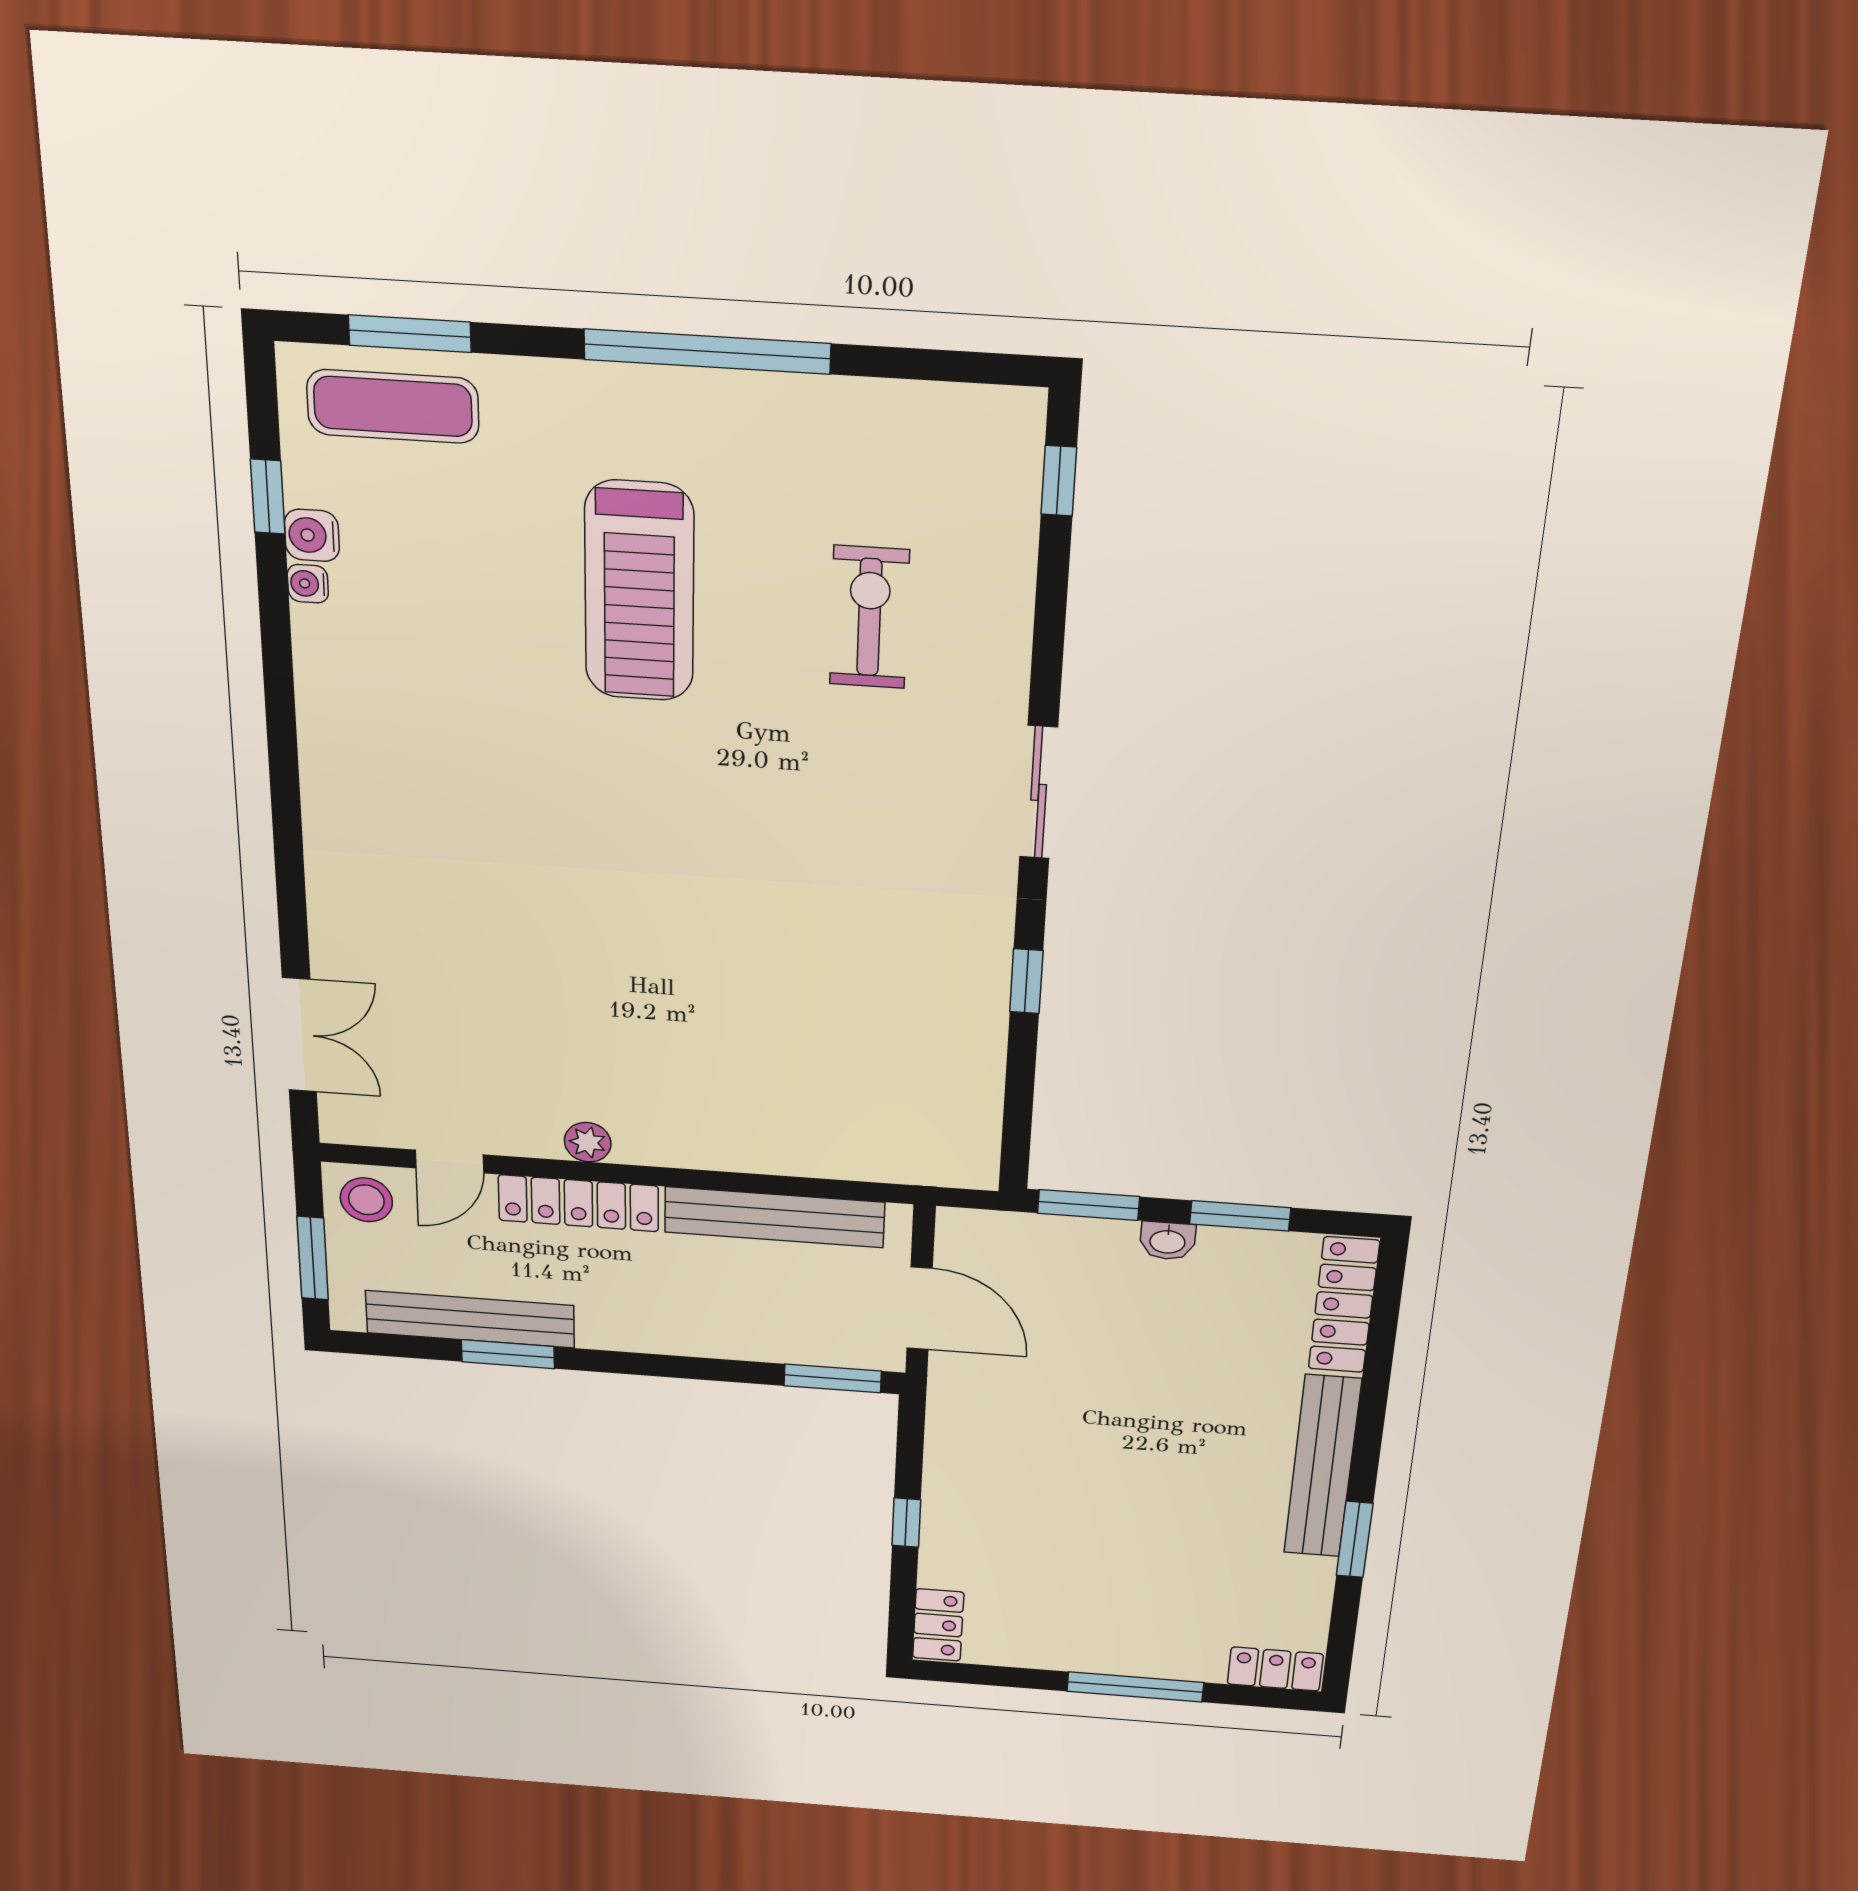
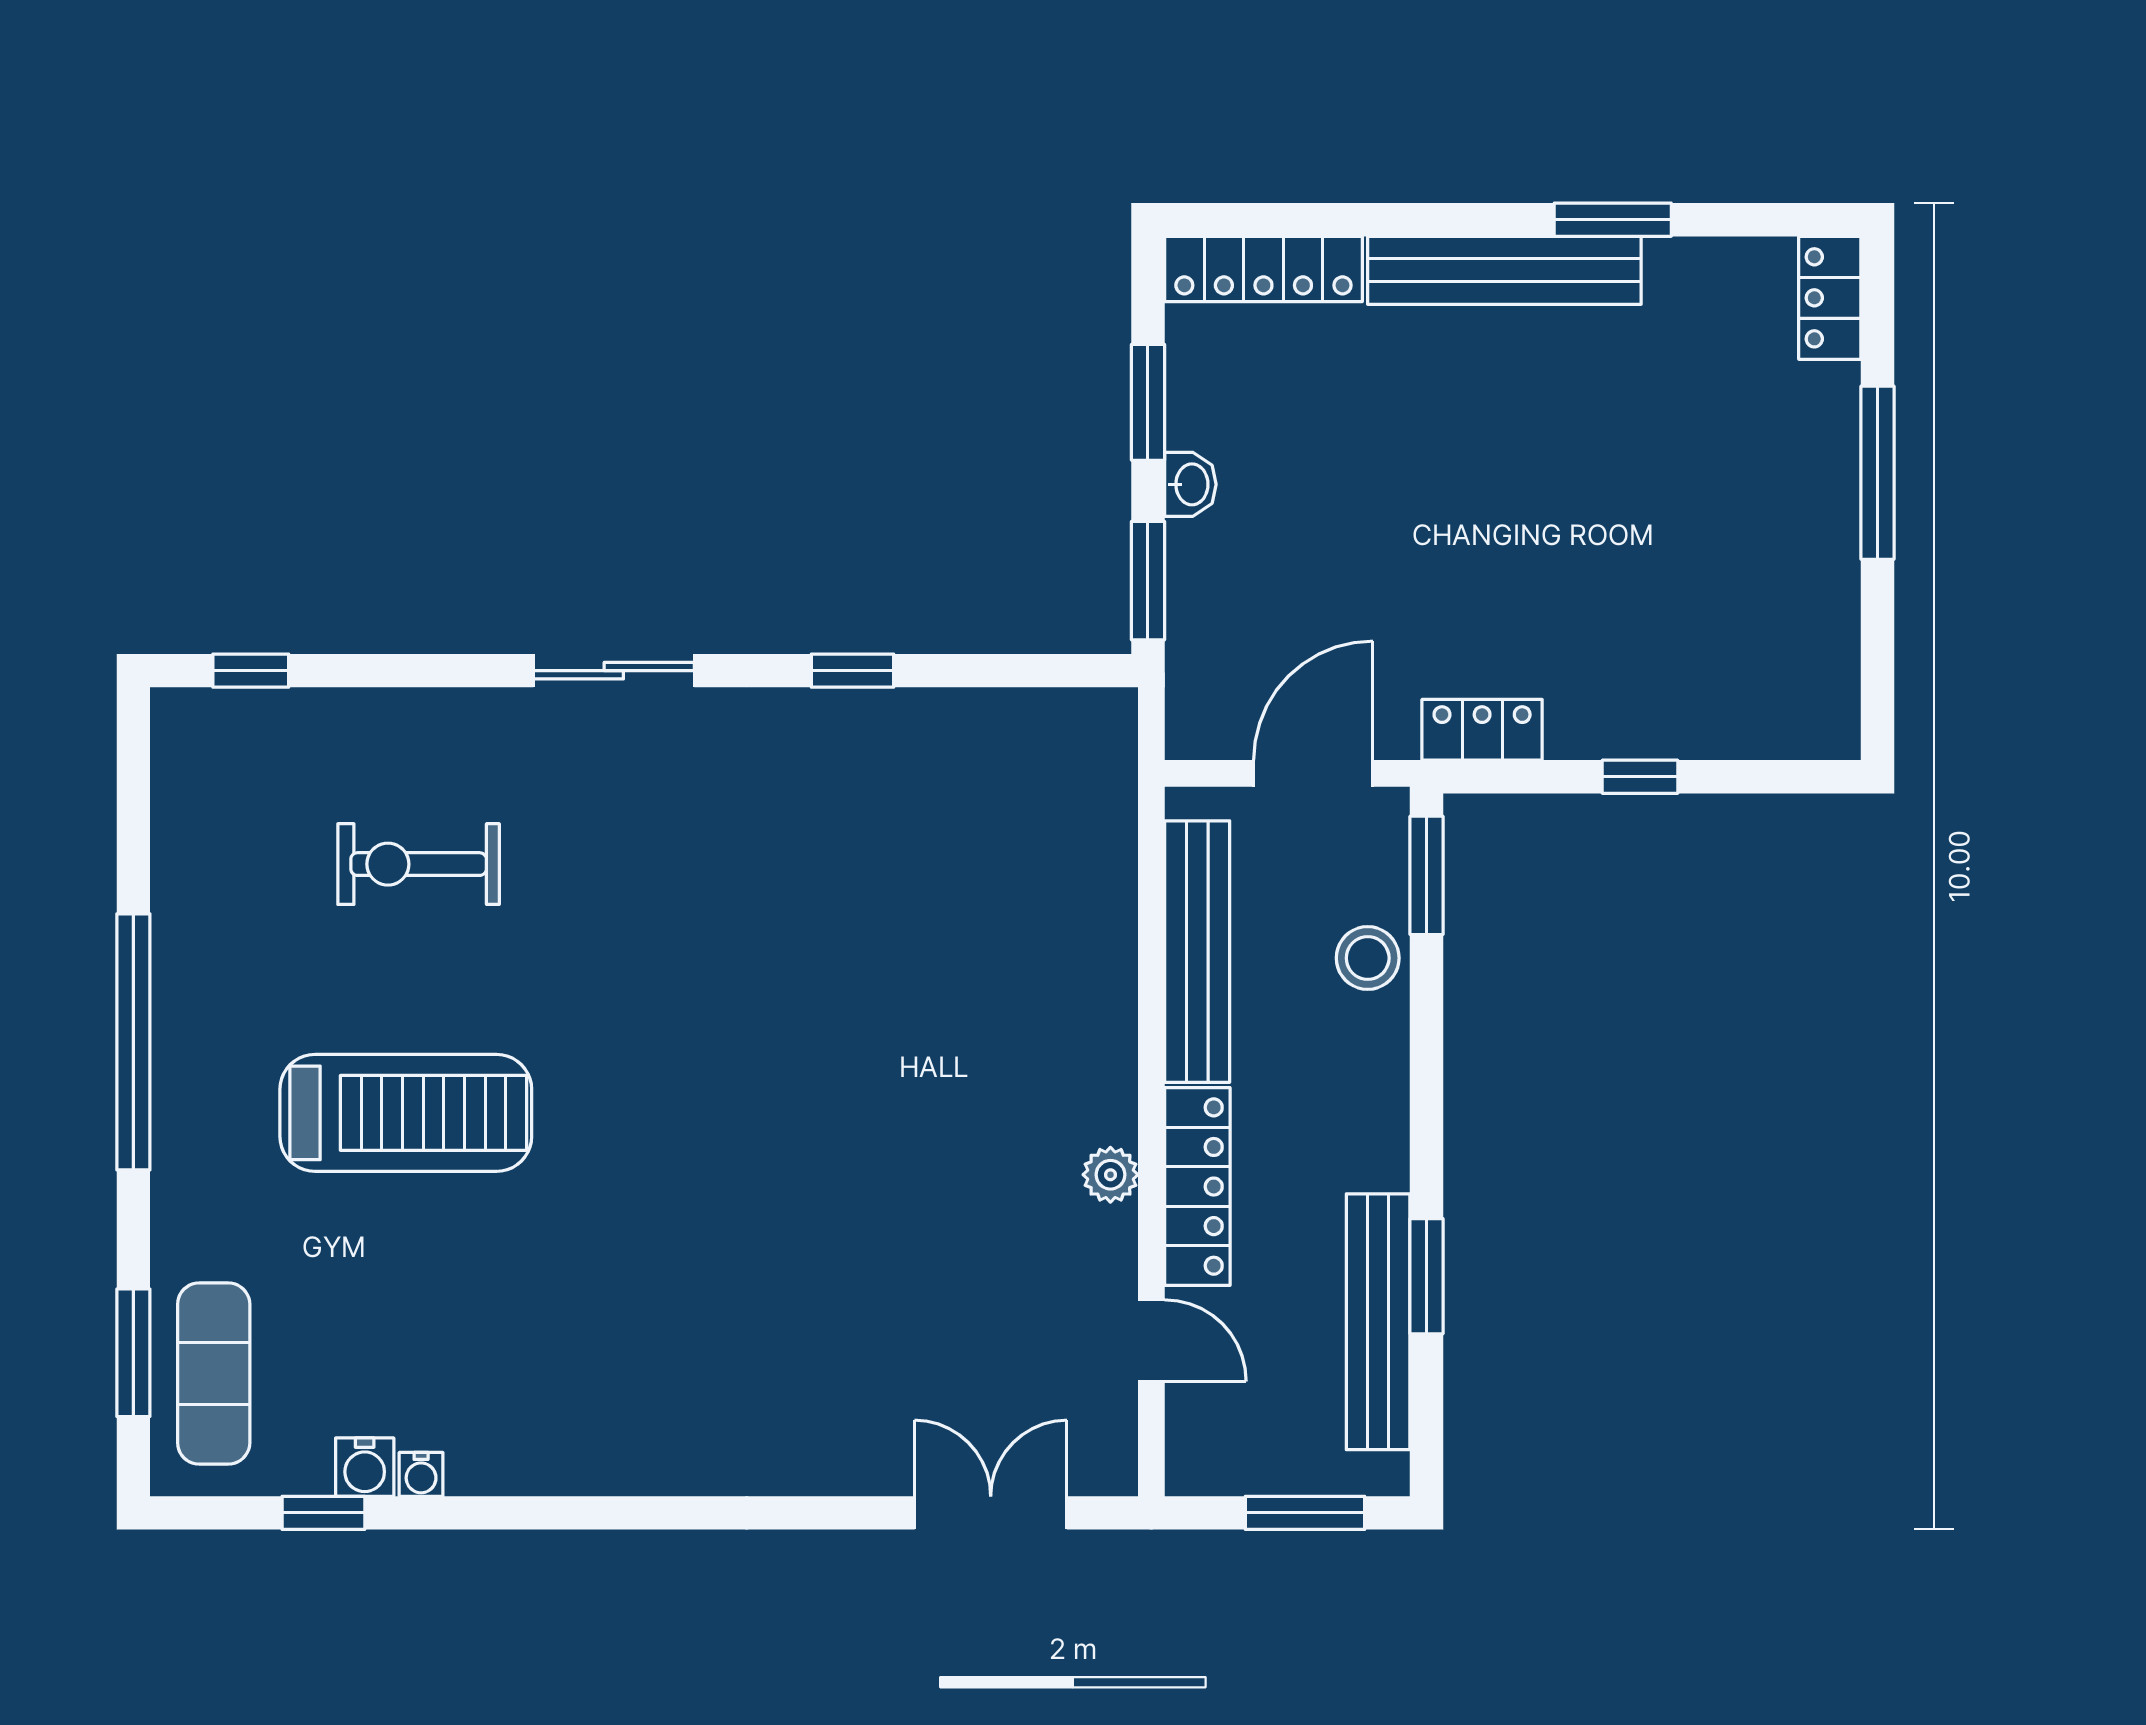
stool: (366, 1200) -> (1368, 958), moved
locker: (938, 1625) -> (1482, 730), moved

